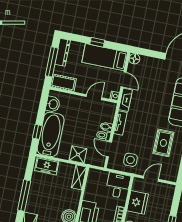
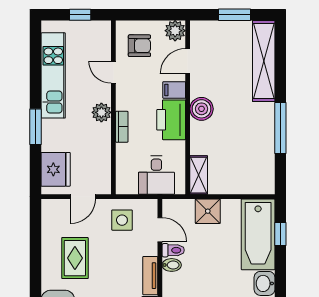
freezer: (47, 166) -> (254, 183), removed
desk: (118, 185) -> (156, 175), moved
fridge: (137, 202) -> (56, 169), moved, turned 180

